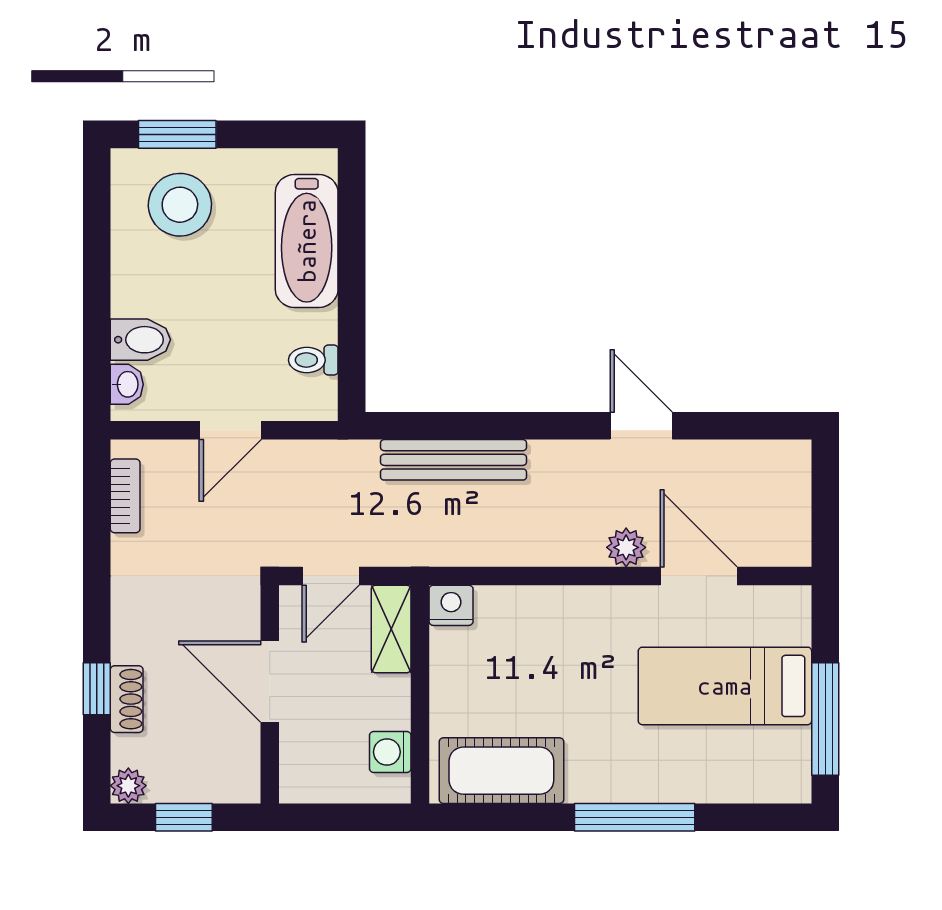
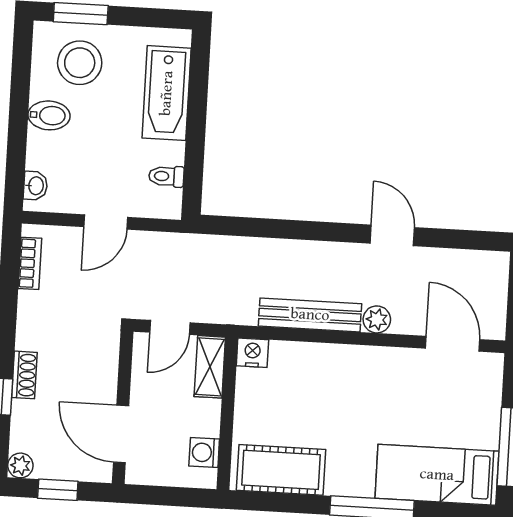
bidet: (140, 340) -> (49, 115), moved
bench: (454, 460) -> (310, 315), moved
door: (699, 576) -> (453, 344), moved
door: (270, 682) -> (121, 434), moved
bed: (725, 686) -> (437, 475), moved
shoe rack: (127, 699) -> (24, 375), moved

